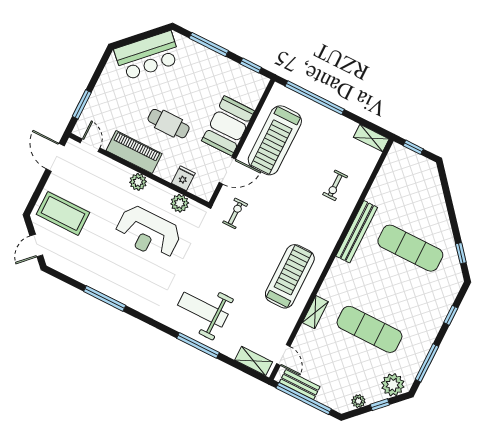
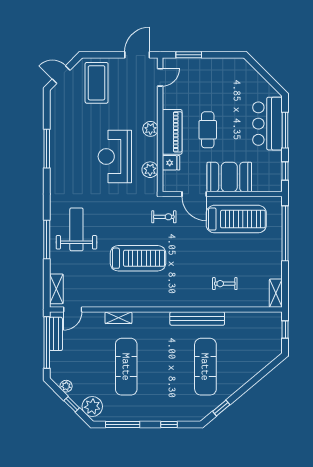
bar counter: (147, 56) -> (267, 124), moved, turned 45
treadmill: (275, 140) -> (236, 219), turned 180
piano: (134, 152) -> (172, 132), moved
treadmill: (290, 276) -> (138, 258), moved

